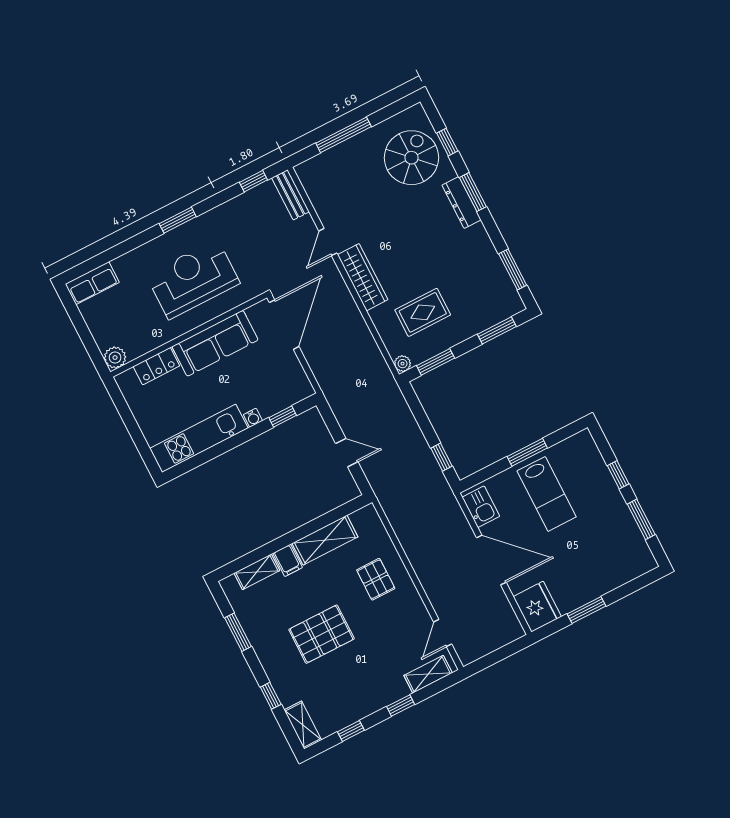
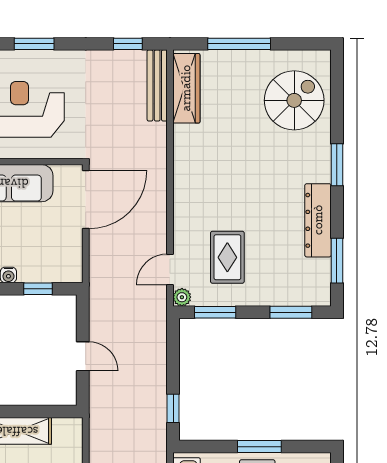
window: (447, 142) -> (337, 103), removed
bench: (291, 195) -> (157, 85), width x1.36
dresser: (462, 203) -> (318, 220), moved, width x1.37, depth x1.24
door: (328, 242) -> (170, 269), moved
wardrobe: (363, 277) -> (186, 88), moved
rug: (423, 312) -> (227, 257), turned 90

